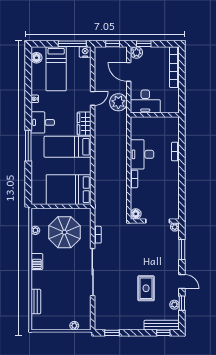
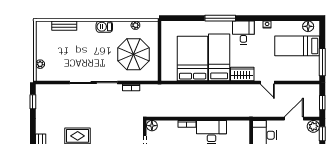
nightstand: (85, 52) -> (314, 75), removed
plant: (118, 102) -> (264, 108), removed
bed: (69, 190) -> (193, 58), moved

